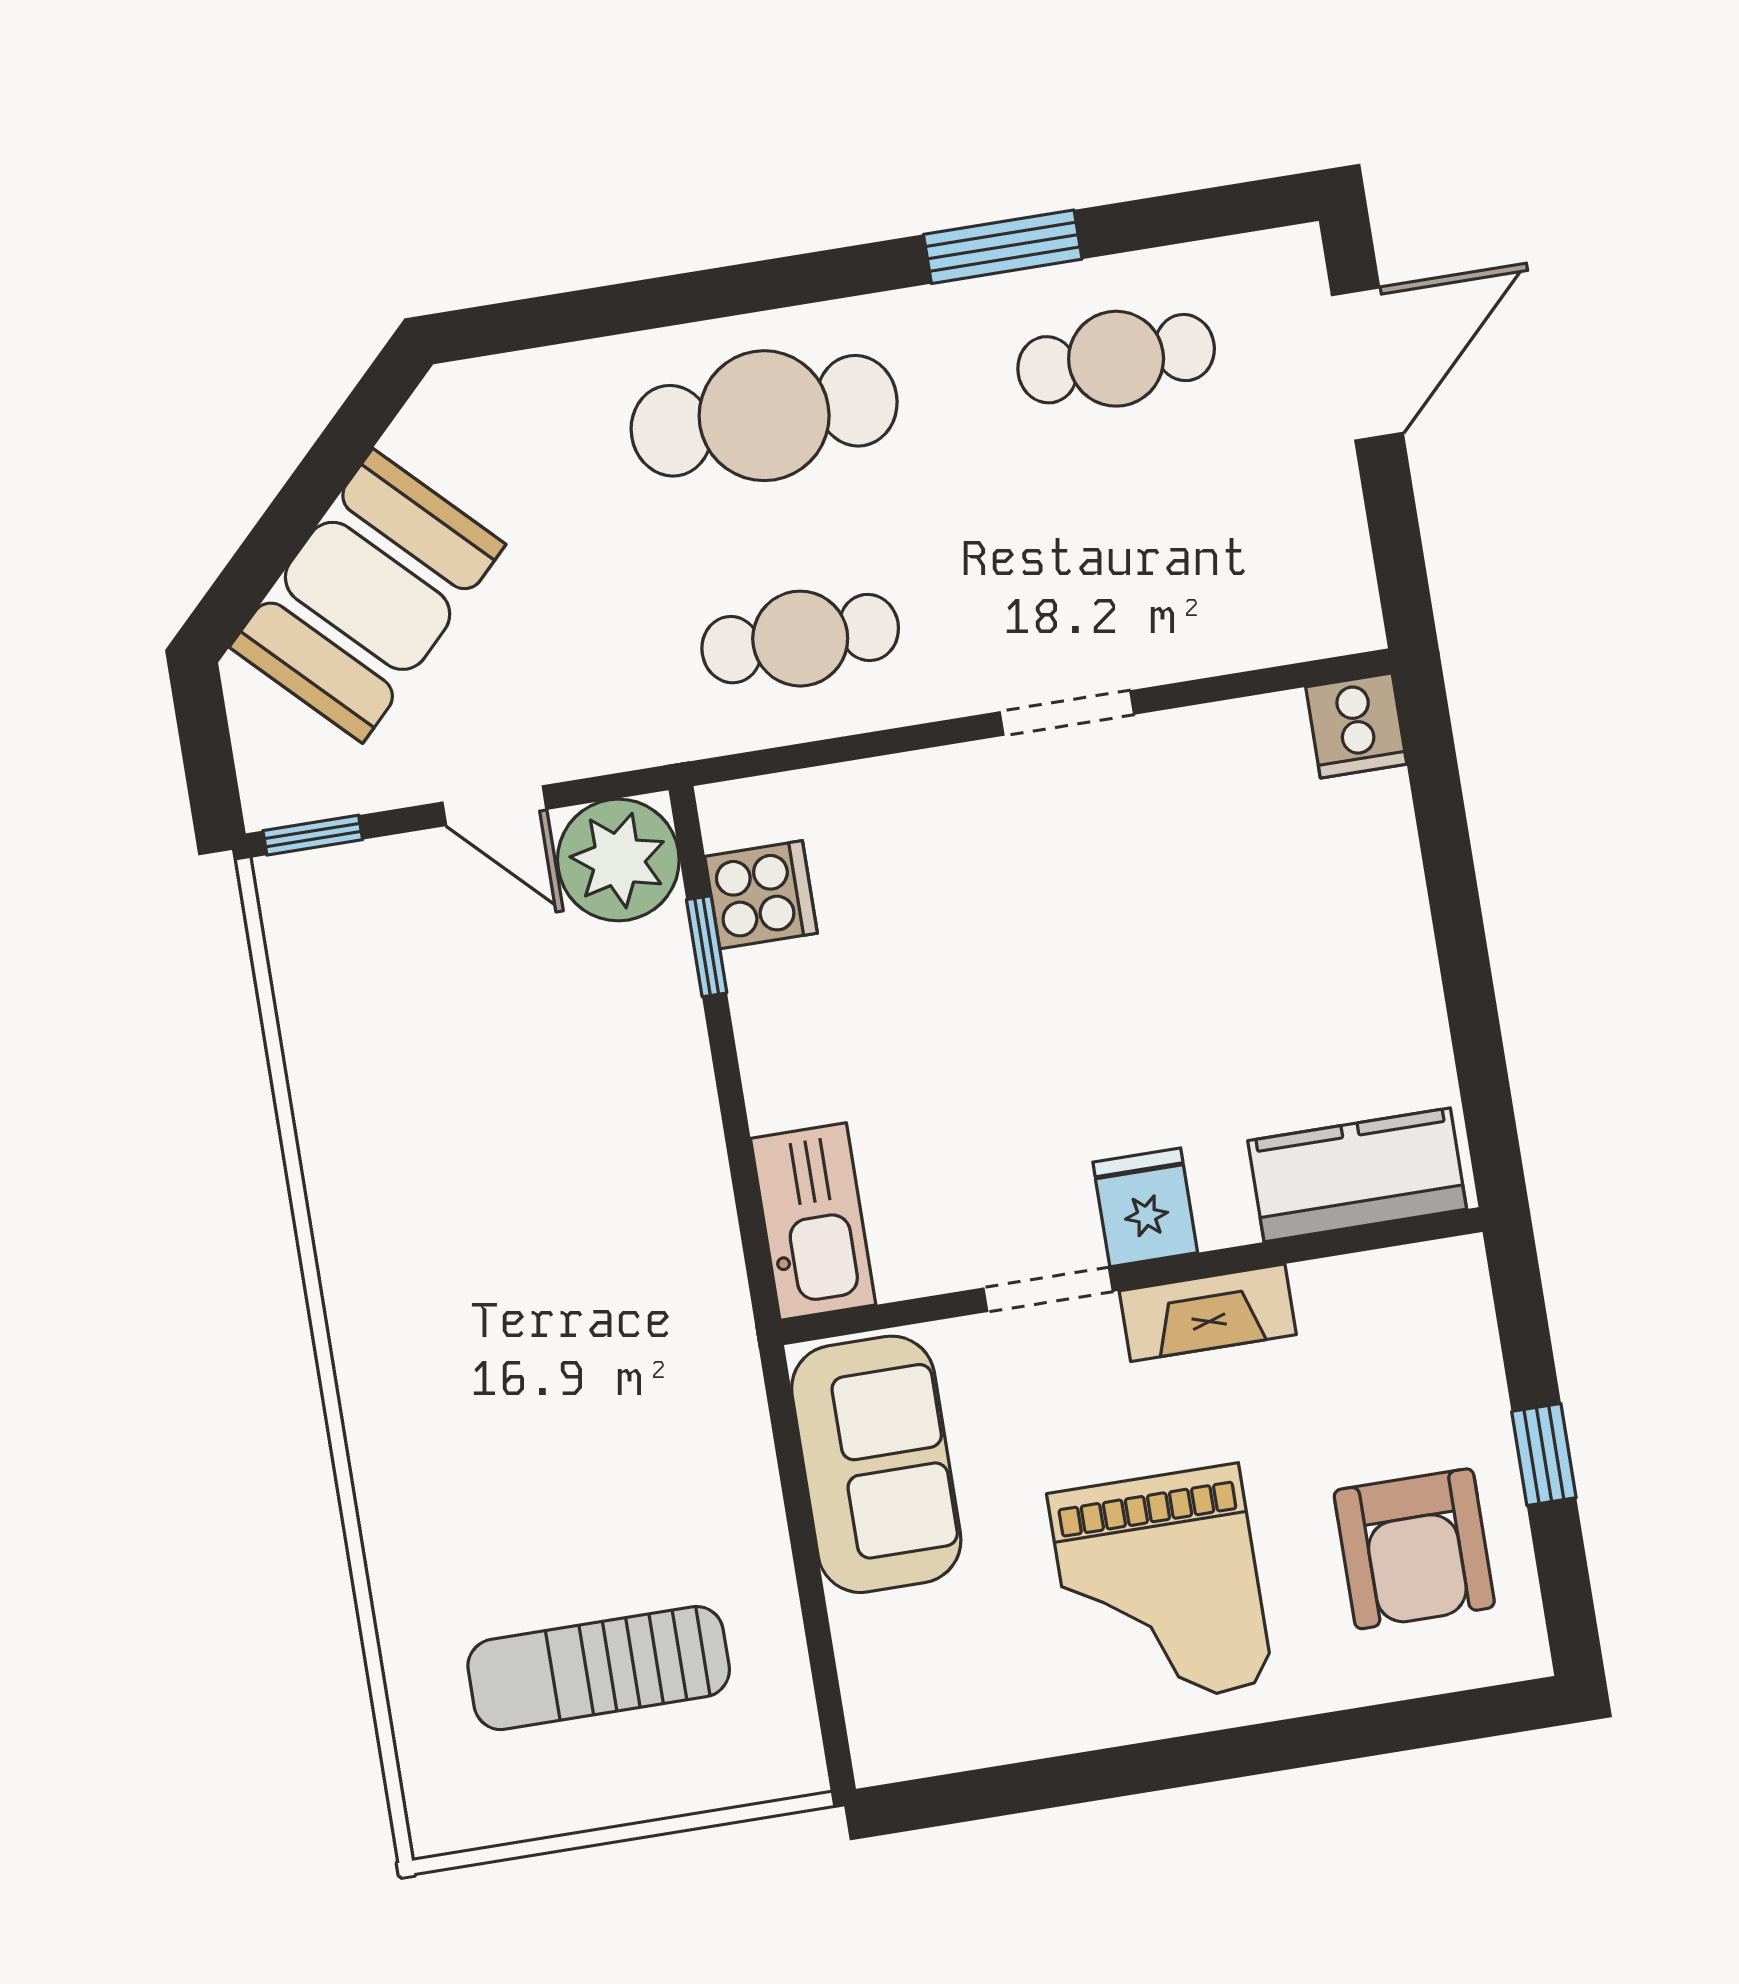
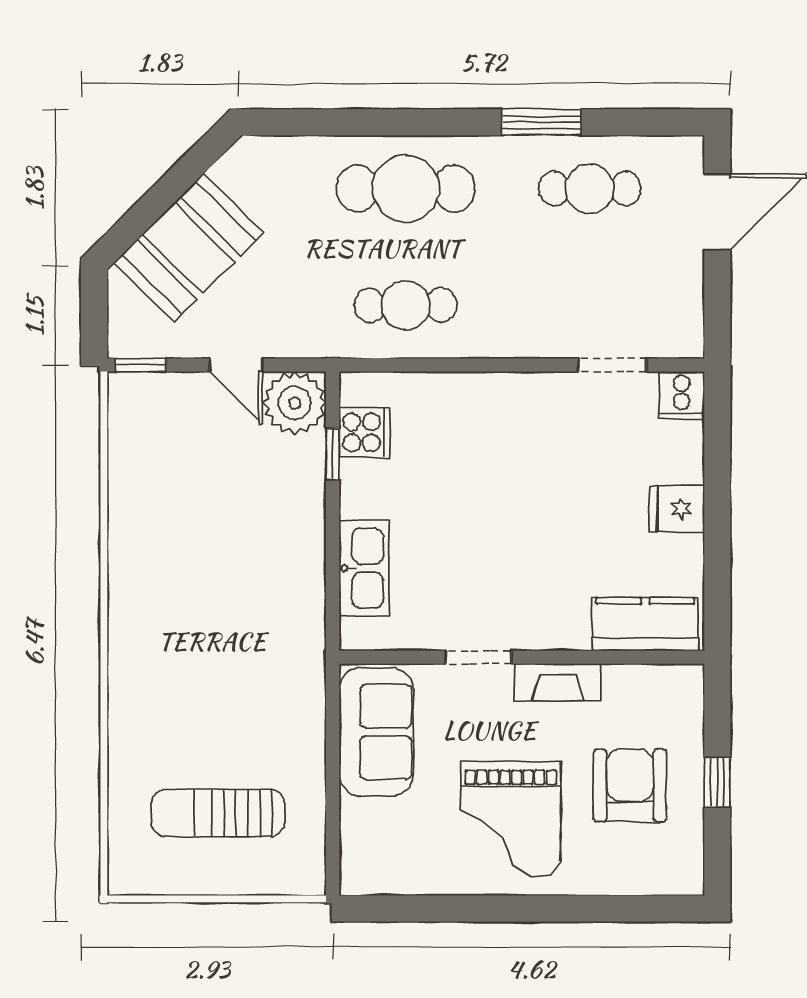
doorway: (1067, 713) -> (612, 365), moved
fridge: (1145, 1207) -> (677, 509), moved, turned -90
kitchen sink: (813, 1222) -> (364, 568), moved
armchair: (1414, 1549) -> (630, 786), moved, turned 180

